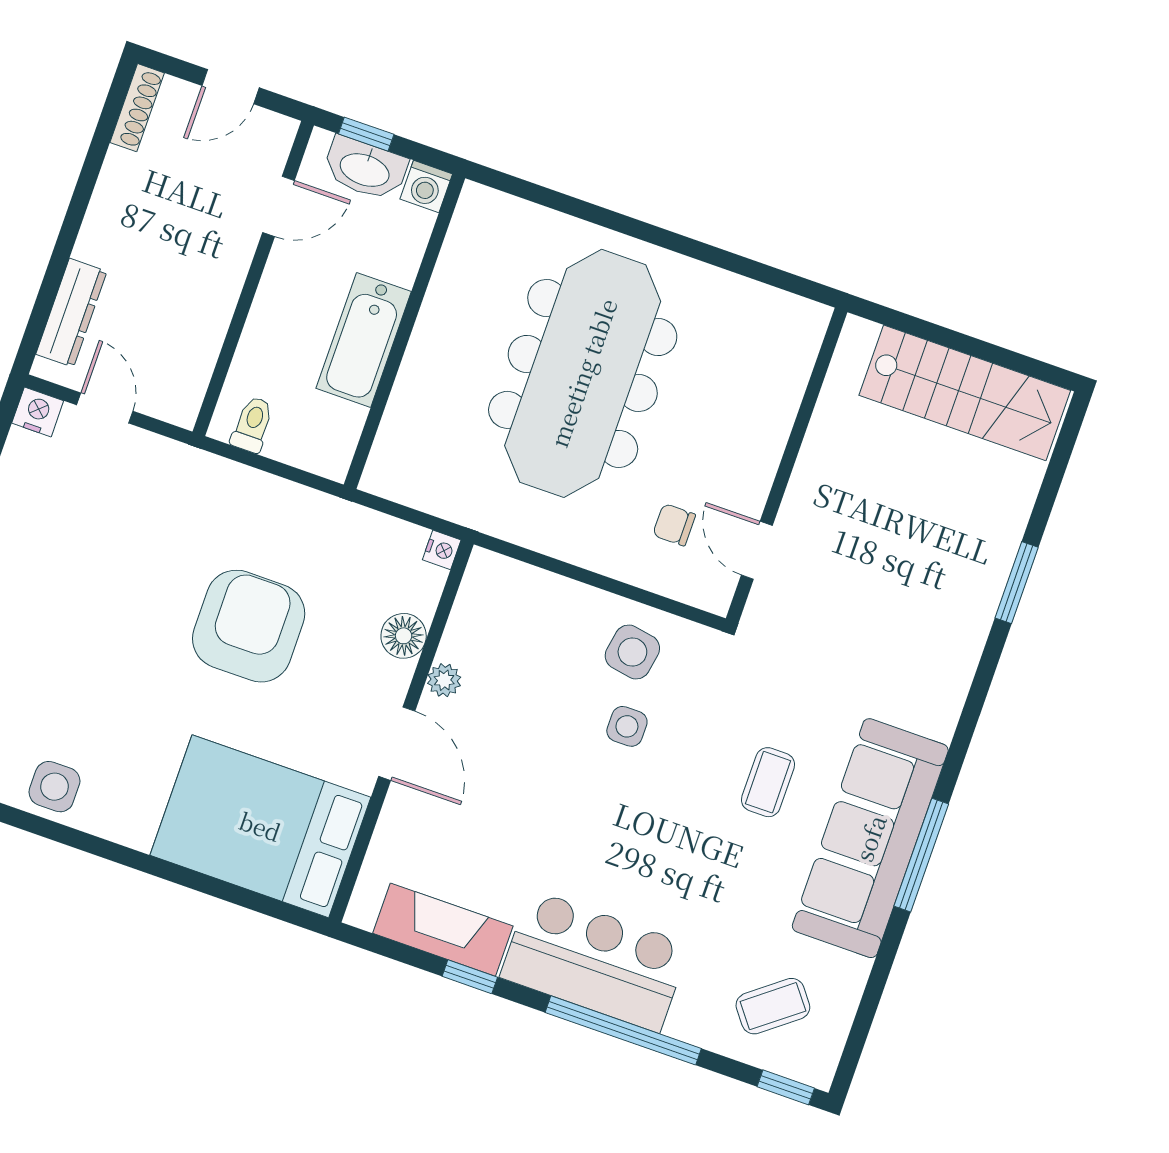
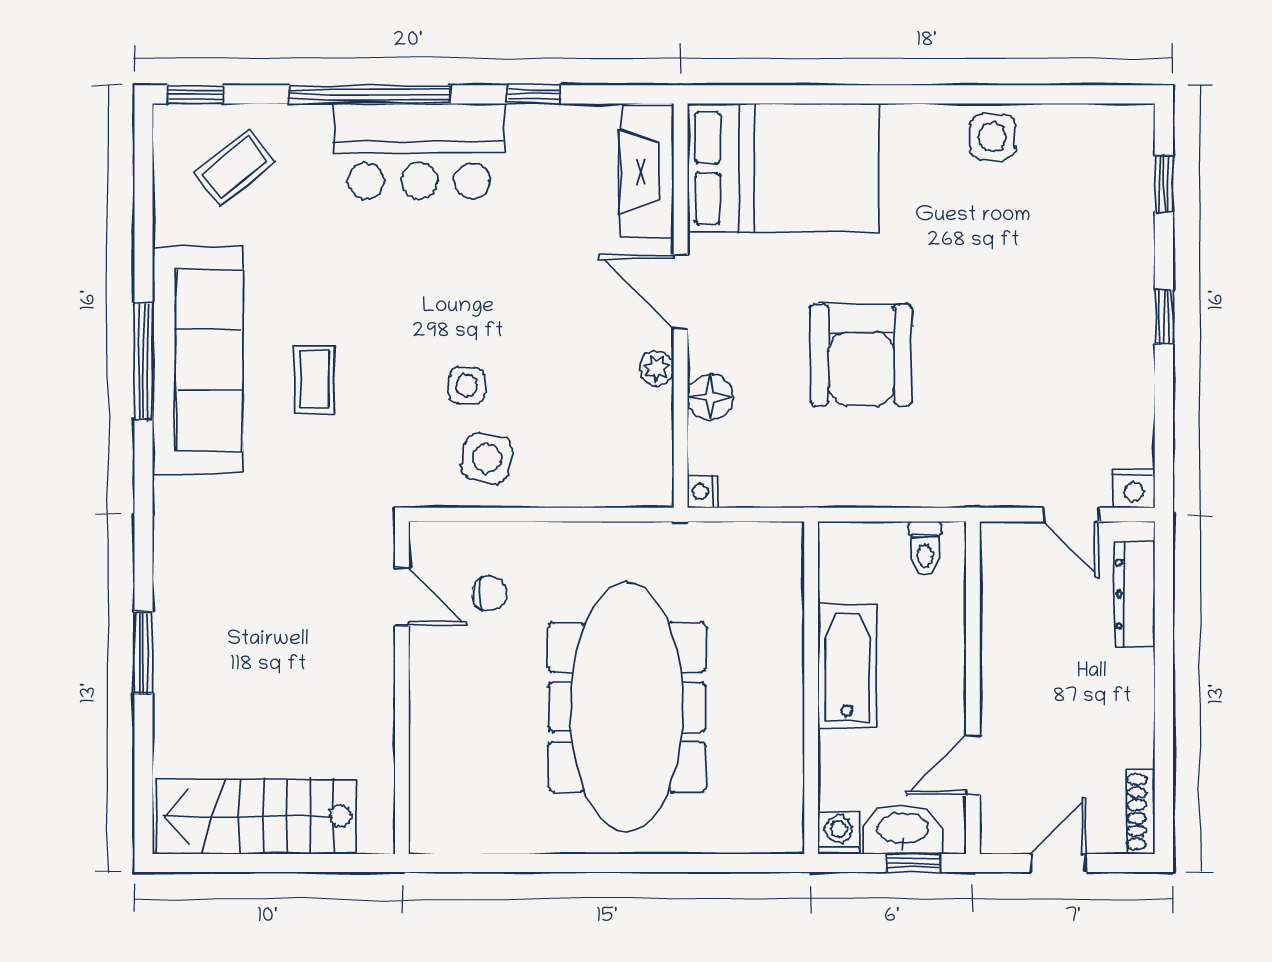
fireplace: (443, 930) -> (647, 172), moved, turned 90

